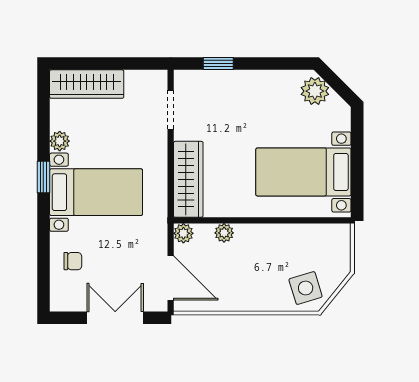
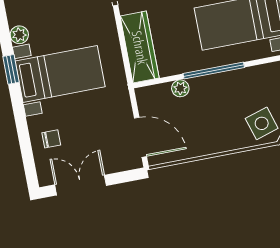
window: (264, 220) -> (214, 70), added
plant: (183, 233) -> (144, 96), removed
double door: (115, 318) -> (81, 185), moved

